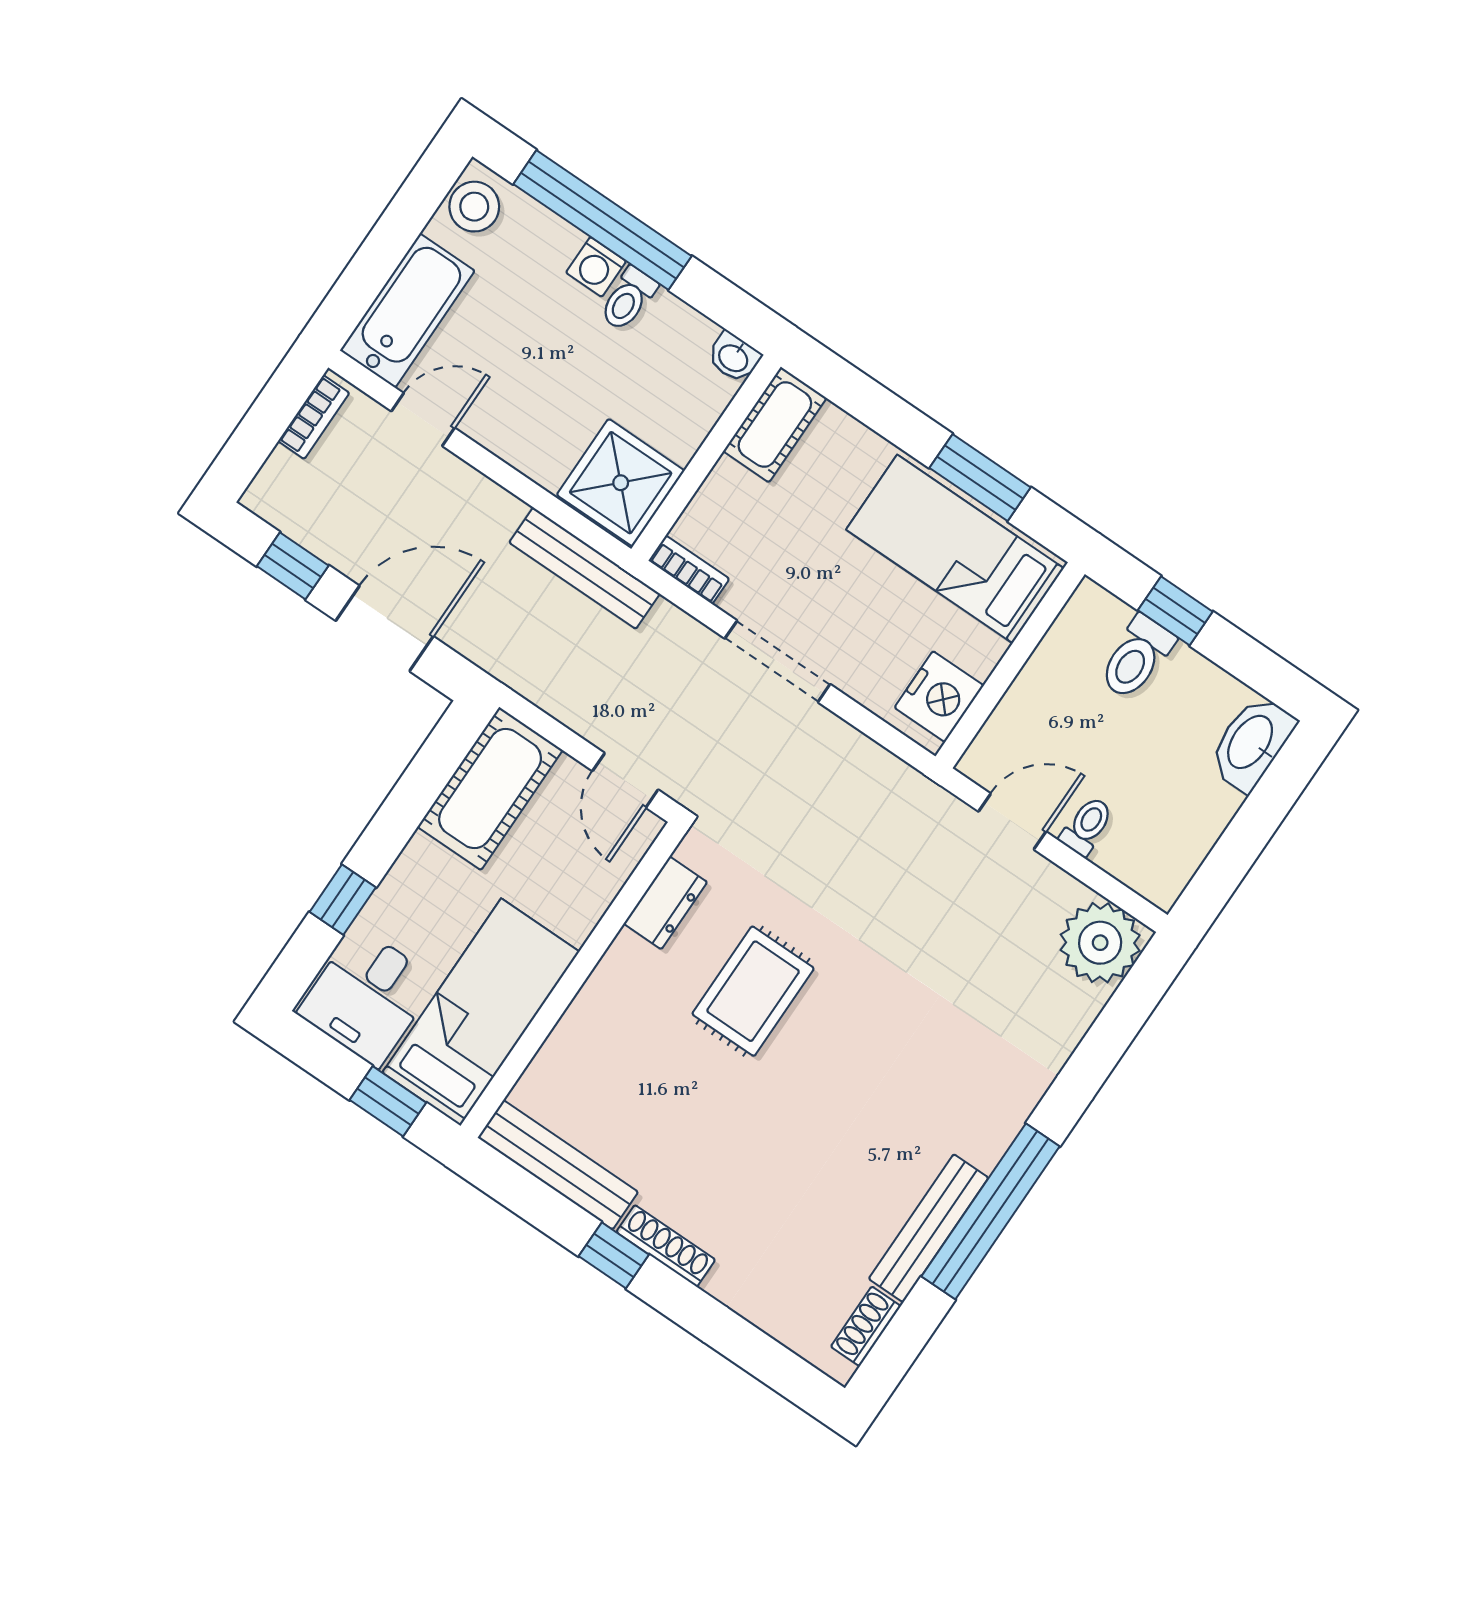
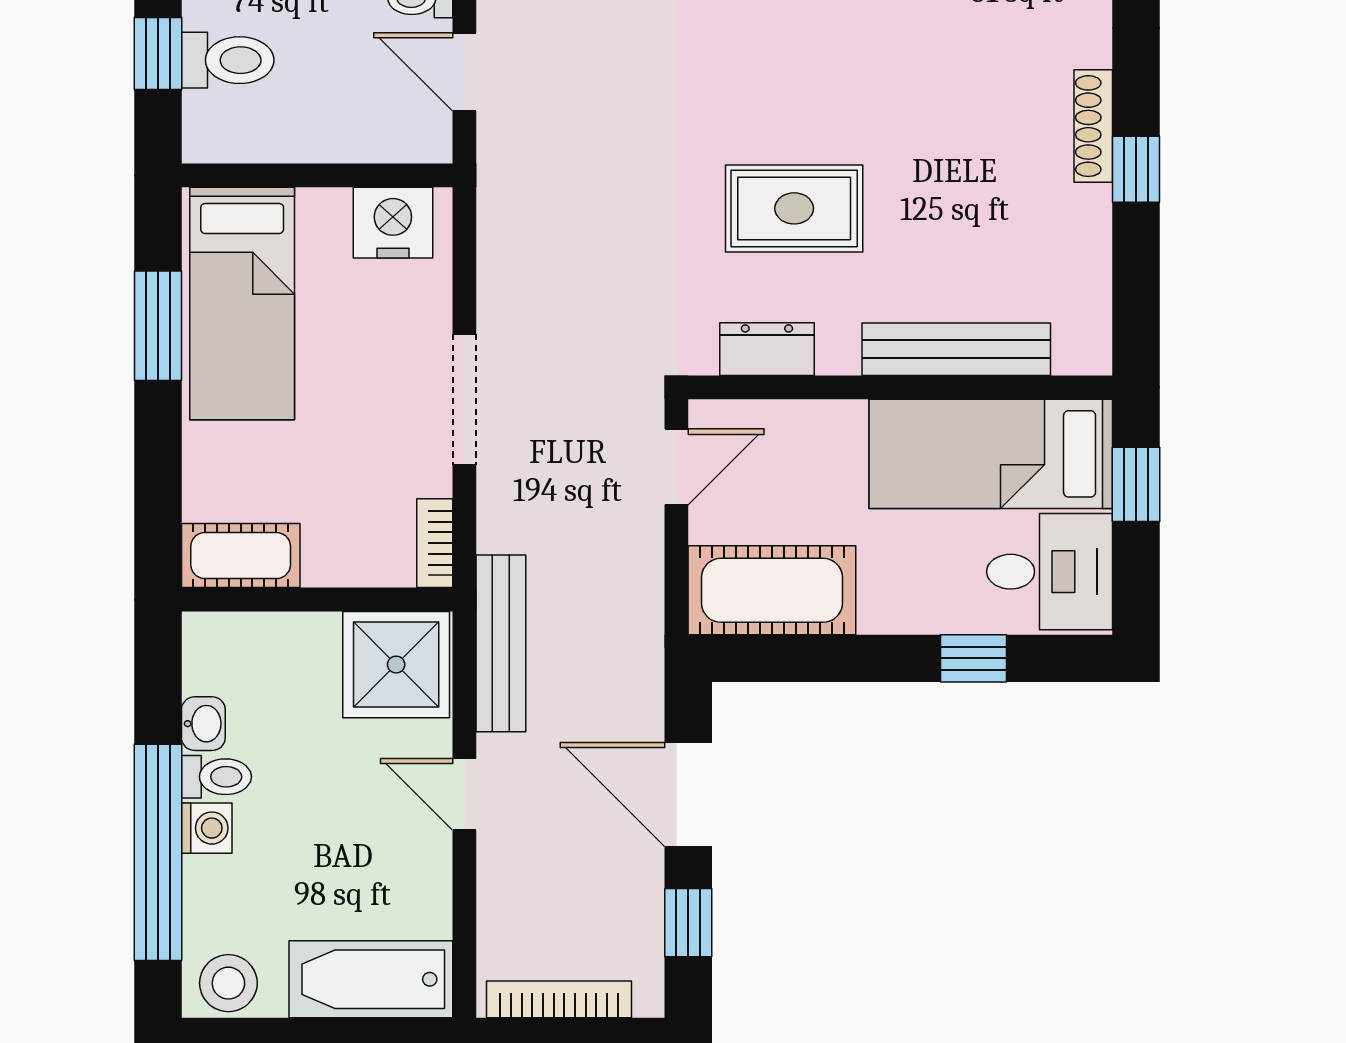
washbasin: (734, 357) -> (203, 724), moved
bookcase: (314, 417) -> (559, 999), width x1.56
door: (423, 420) -> (464, 794), moved
bench: (558, 1165) -> (956, 349), moved, turned 90

